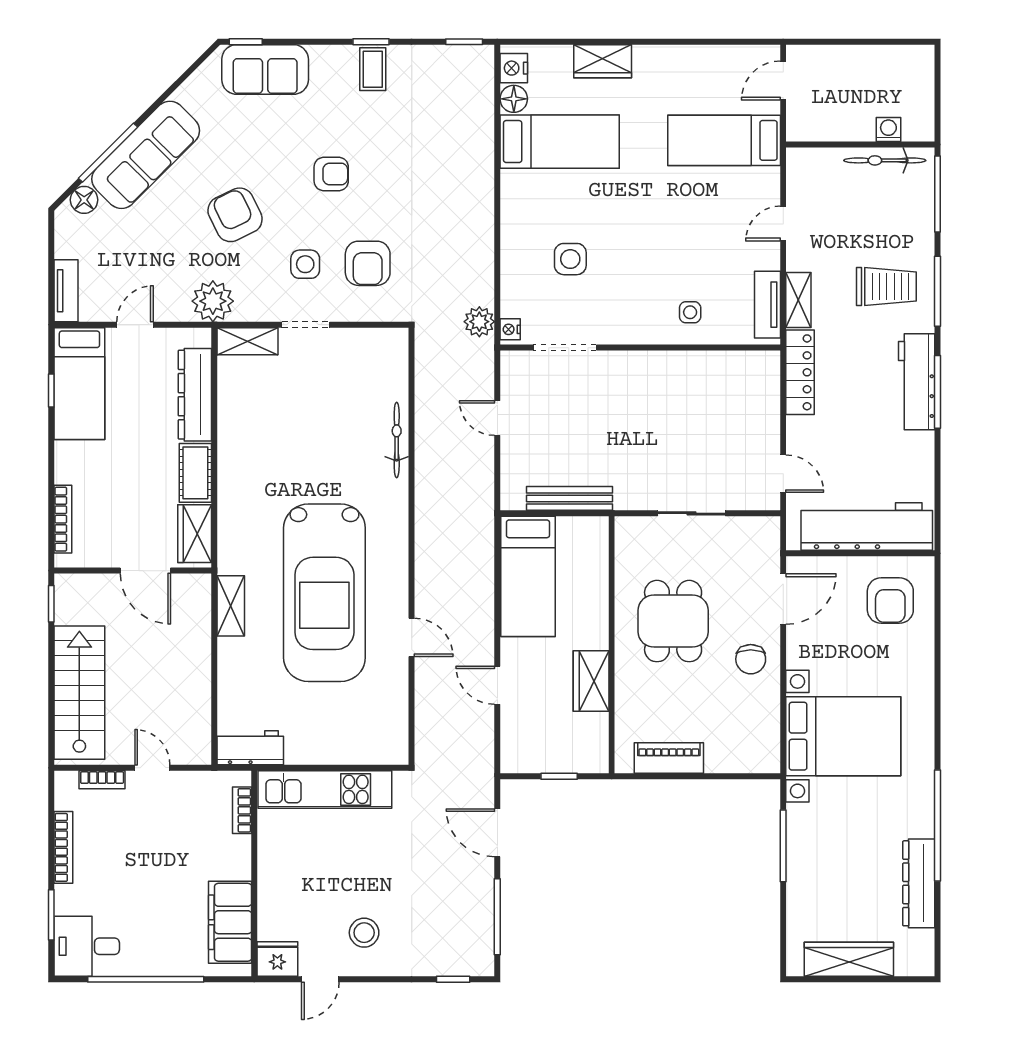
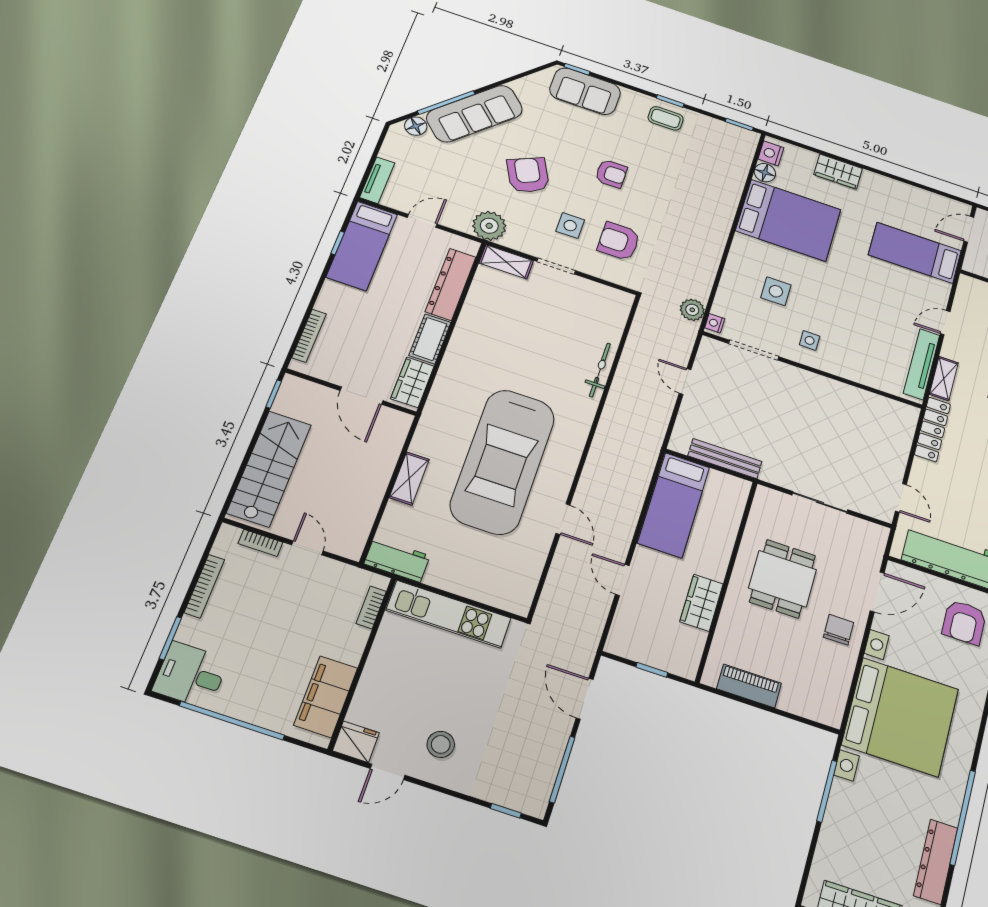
coffee table: (373, 69) -> (666, 118), turned 90
bed: (560, 142) -> (788, 220), width x1.50
armchair: (368, 263) -> (619, 241), turned 90
tv unit: (767, 305) -> (922, 364), width x1.41
side table: (690, 312) -> (810, 340), moved
shelving: (231, 606) -> (409, 478), moved
chair: (751, 659) -> (839, 630), turned 180
bed with nightstands: (843, 736) -> (900, 717), width x1.36

